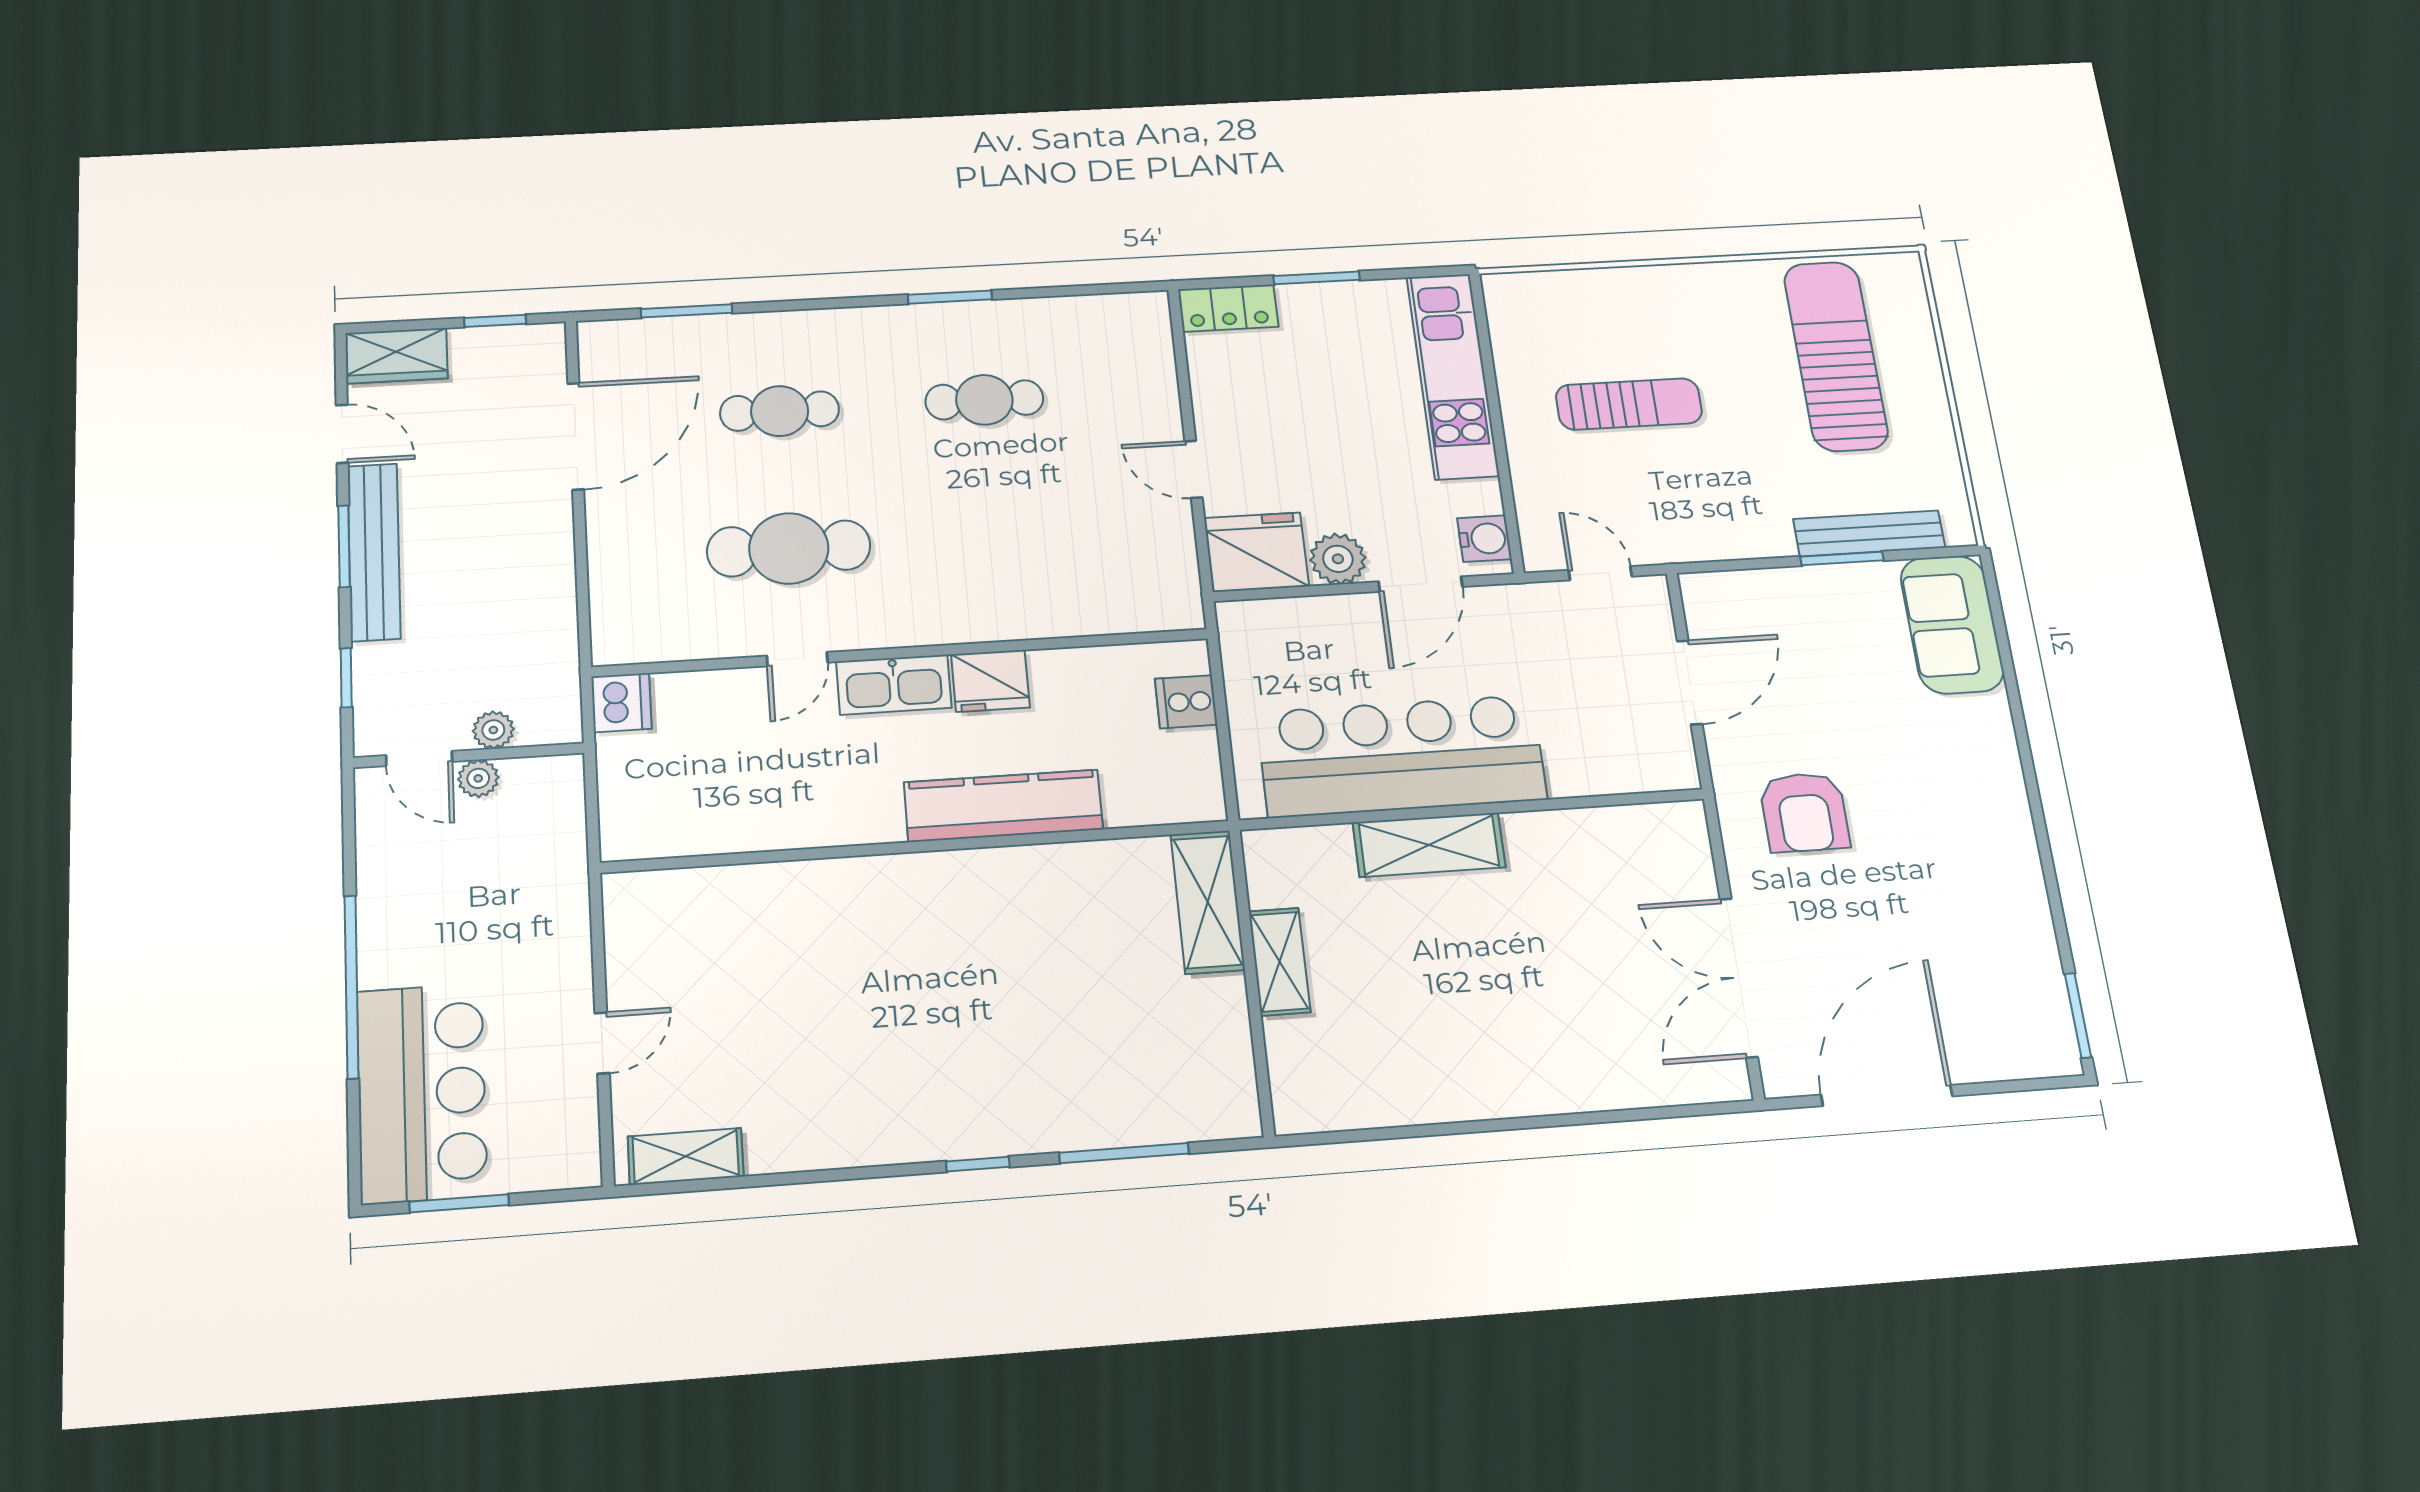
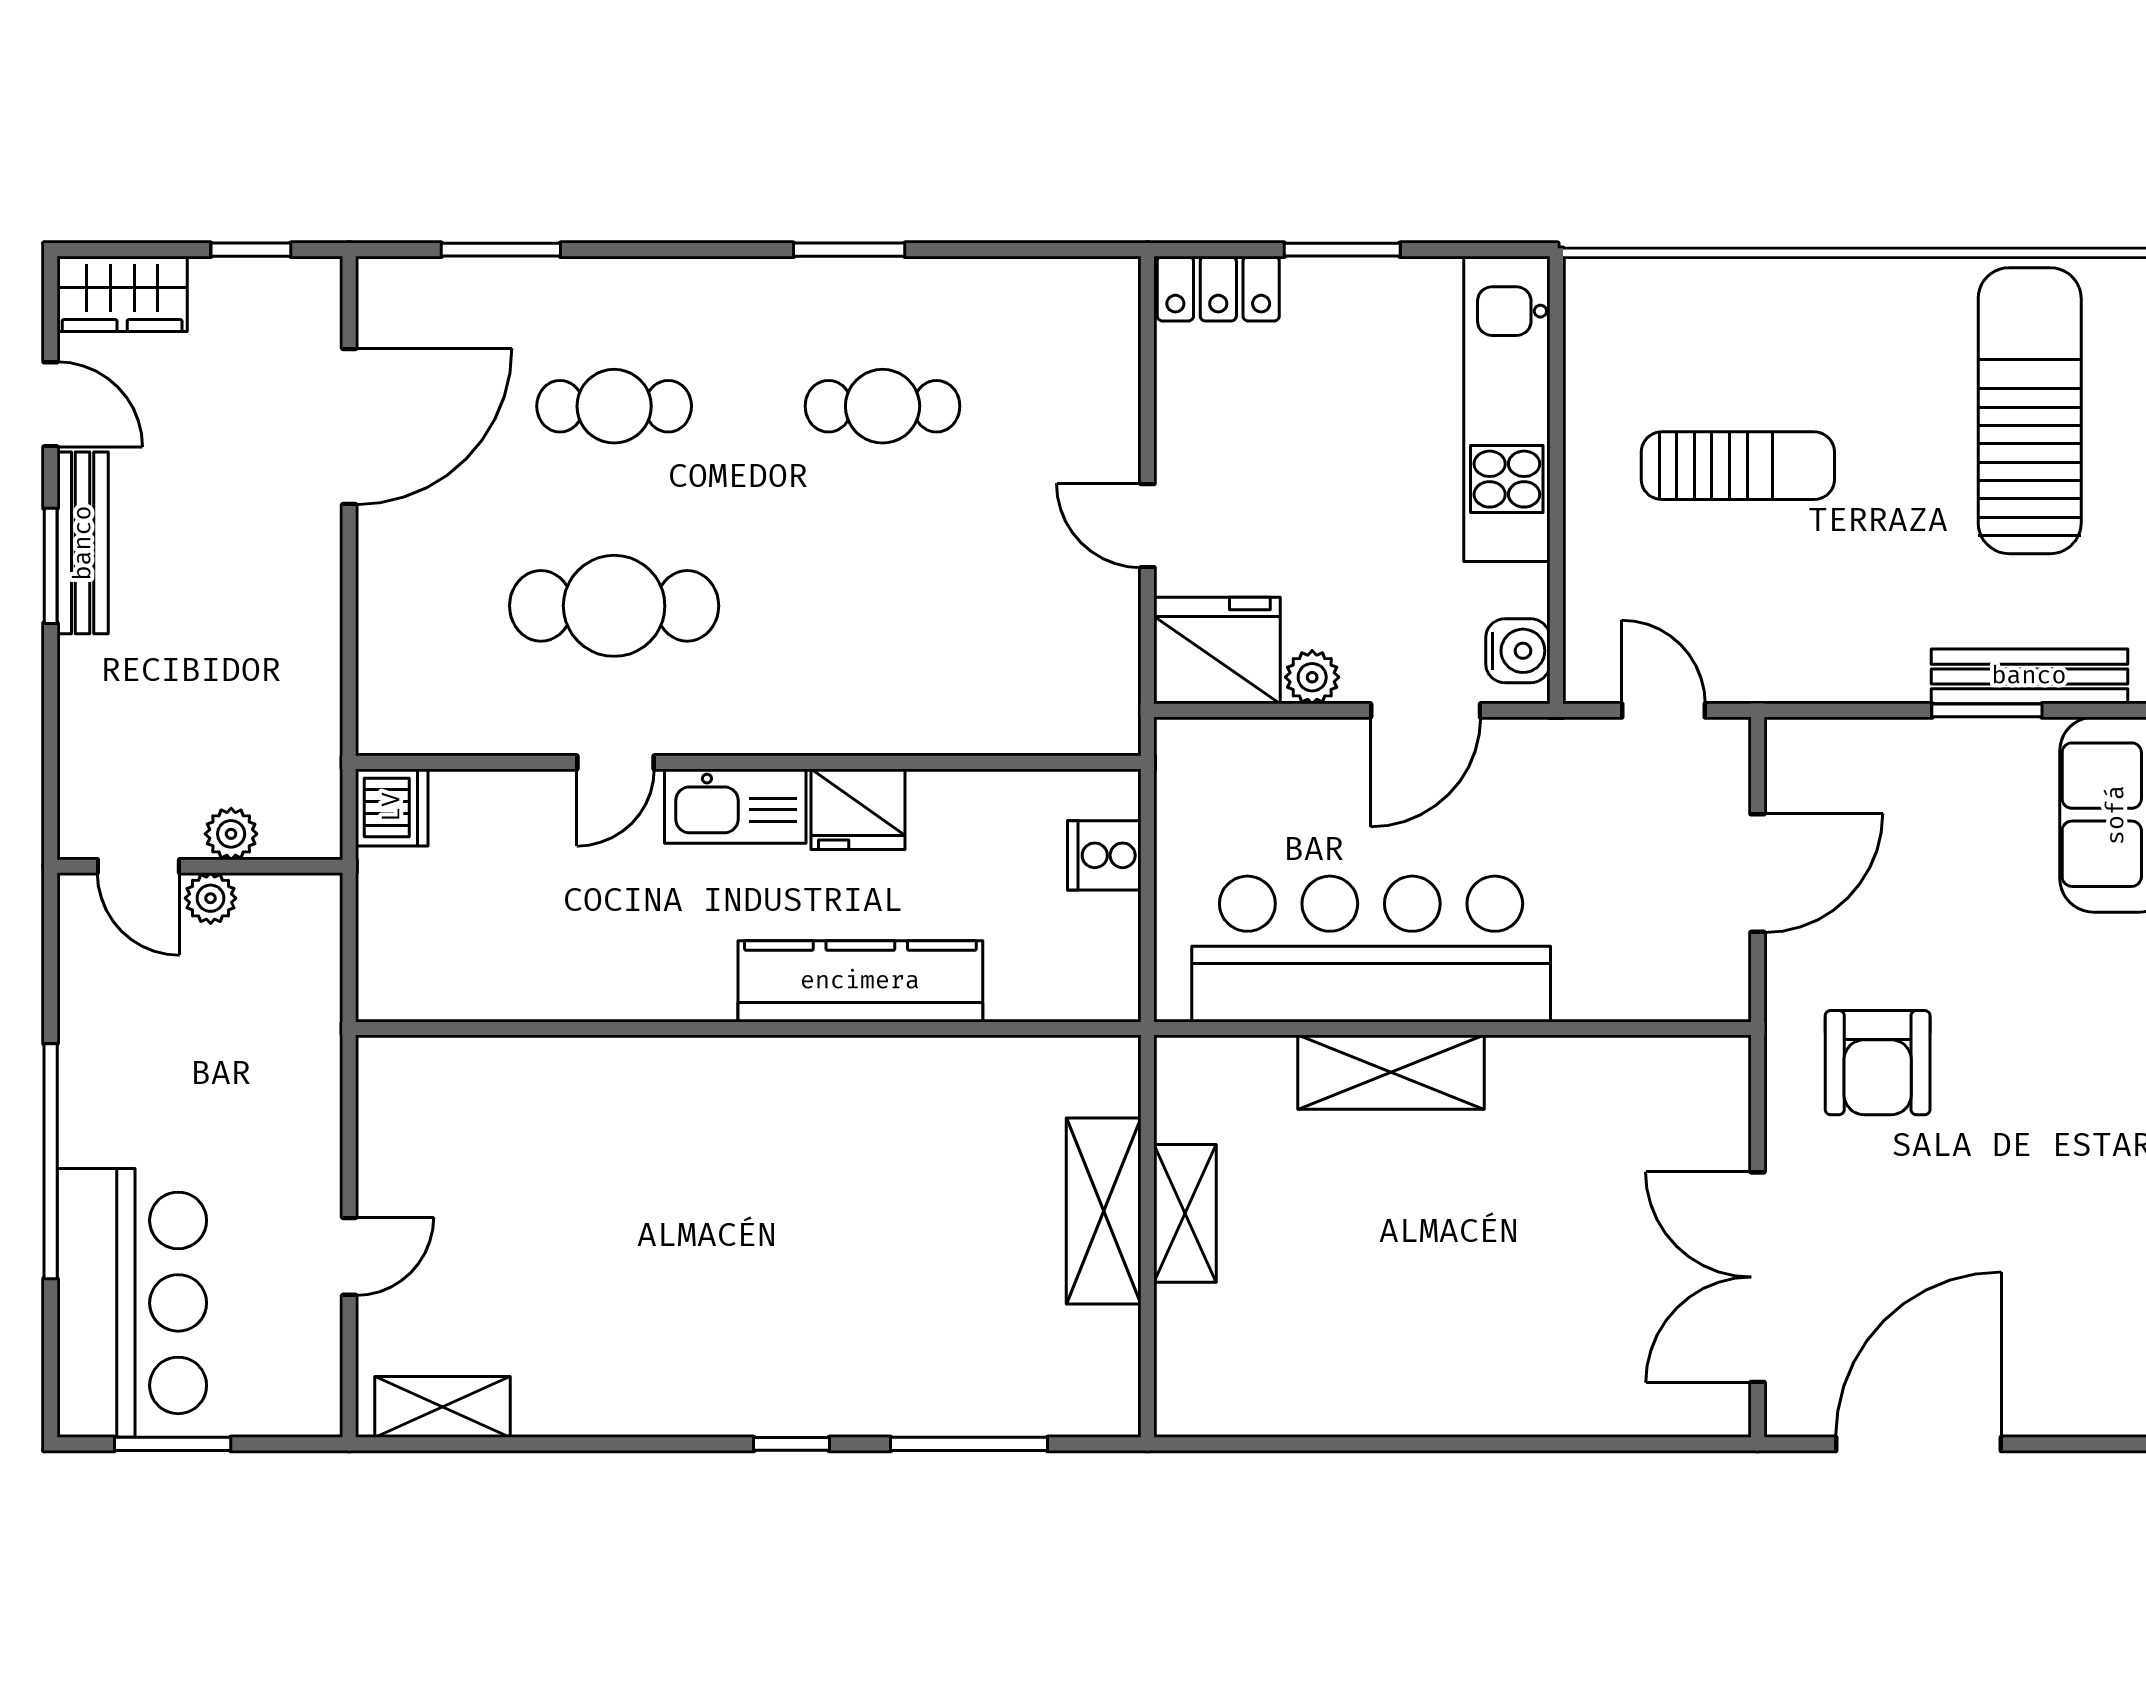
bench: (374, 552) -> (83, 543), width x0.73, depth x0.82
plant: (1338, 559) -> (1312, 677), width x0.73, depth x0.73
window: (346, 678) -> (51, 750), removed
shelving: (1208, 902) -> (1104, 1211), moved

